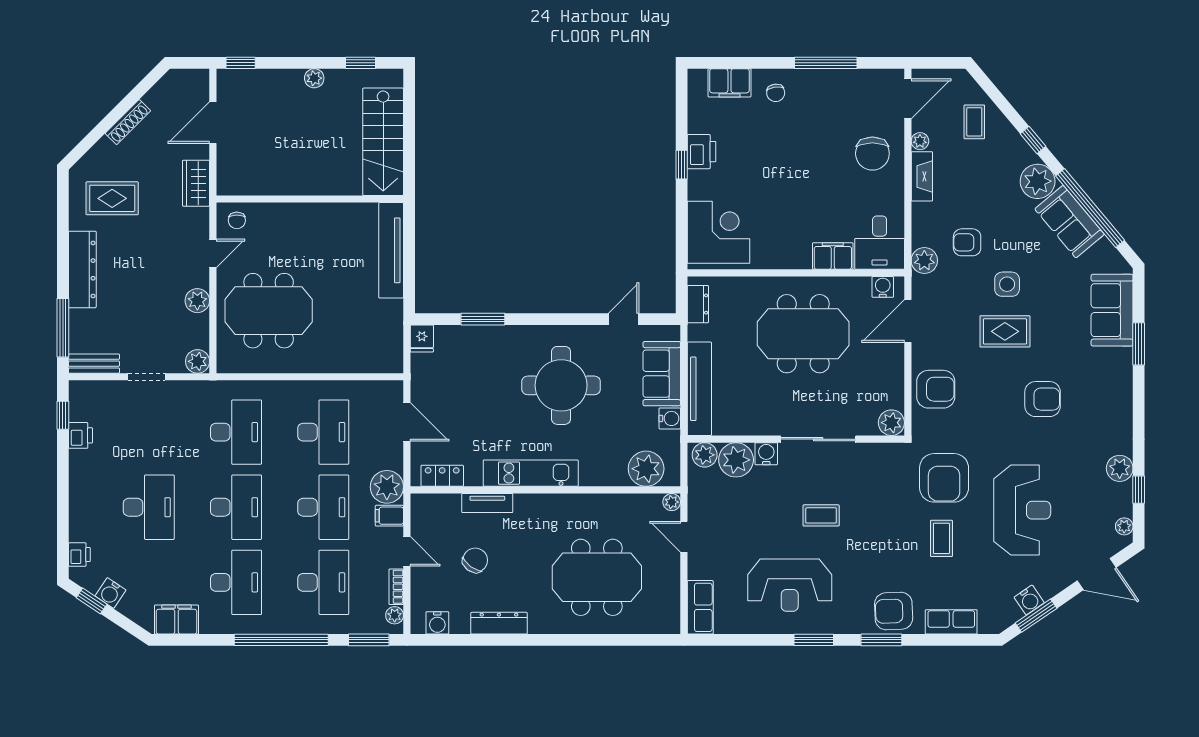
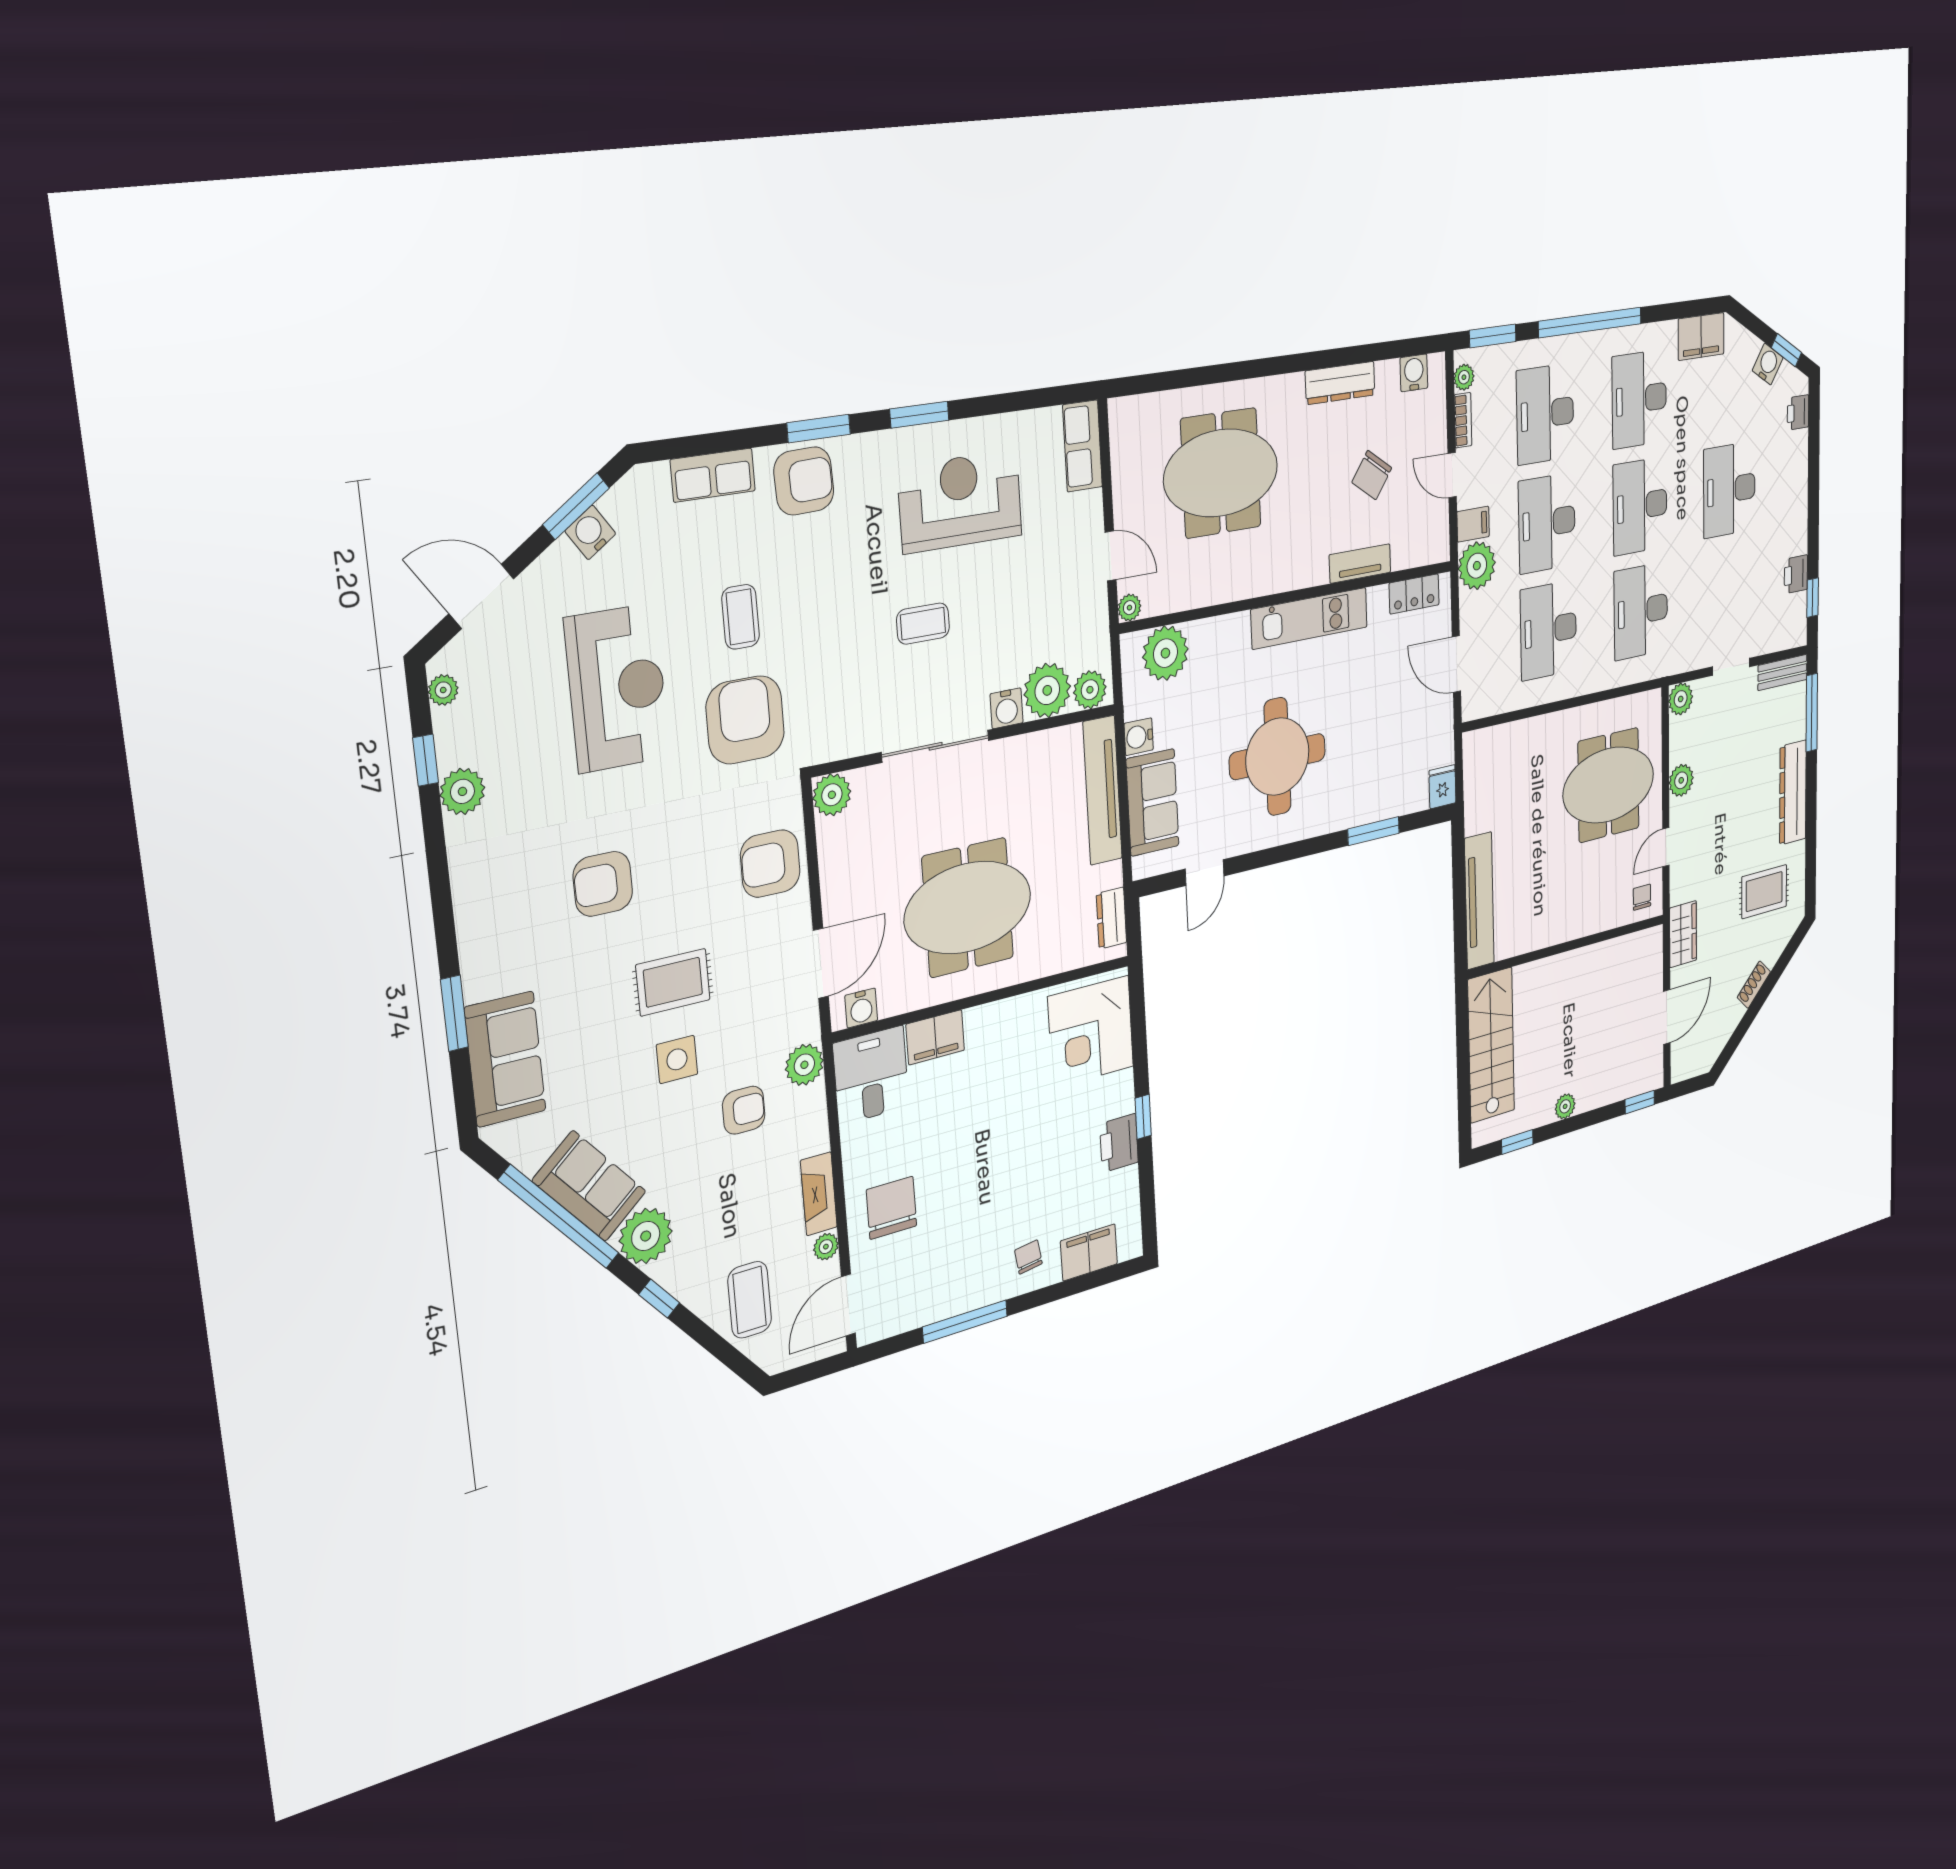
shoe rack: (128, 122) -> (1754, 985), width x0.70
coffee table: (974, 122) -> (750, 1300), width x1.36, depth x1.30
reception desk: (1022, 510) -> (617, 688), turned 180

